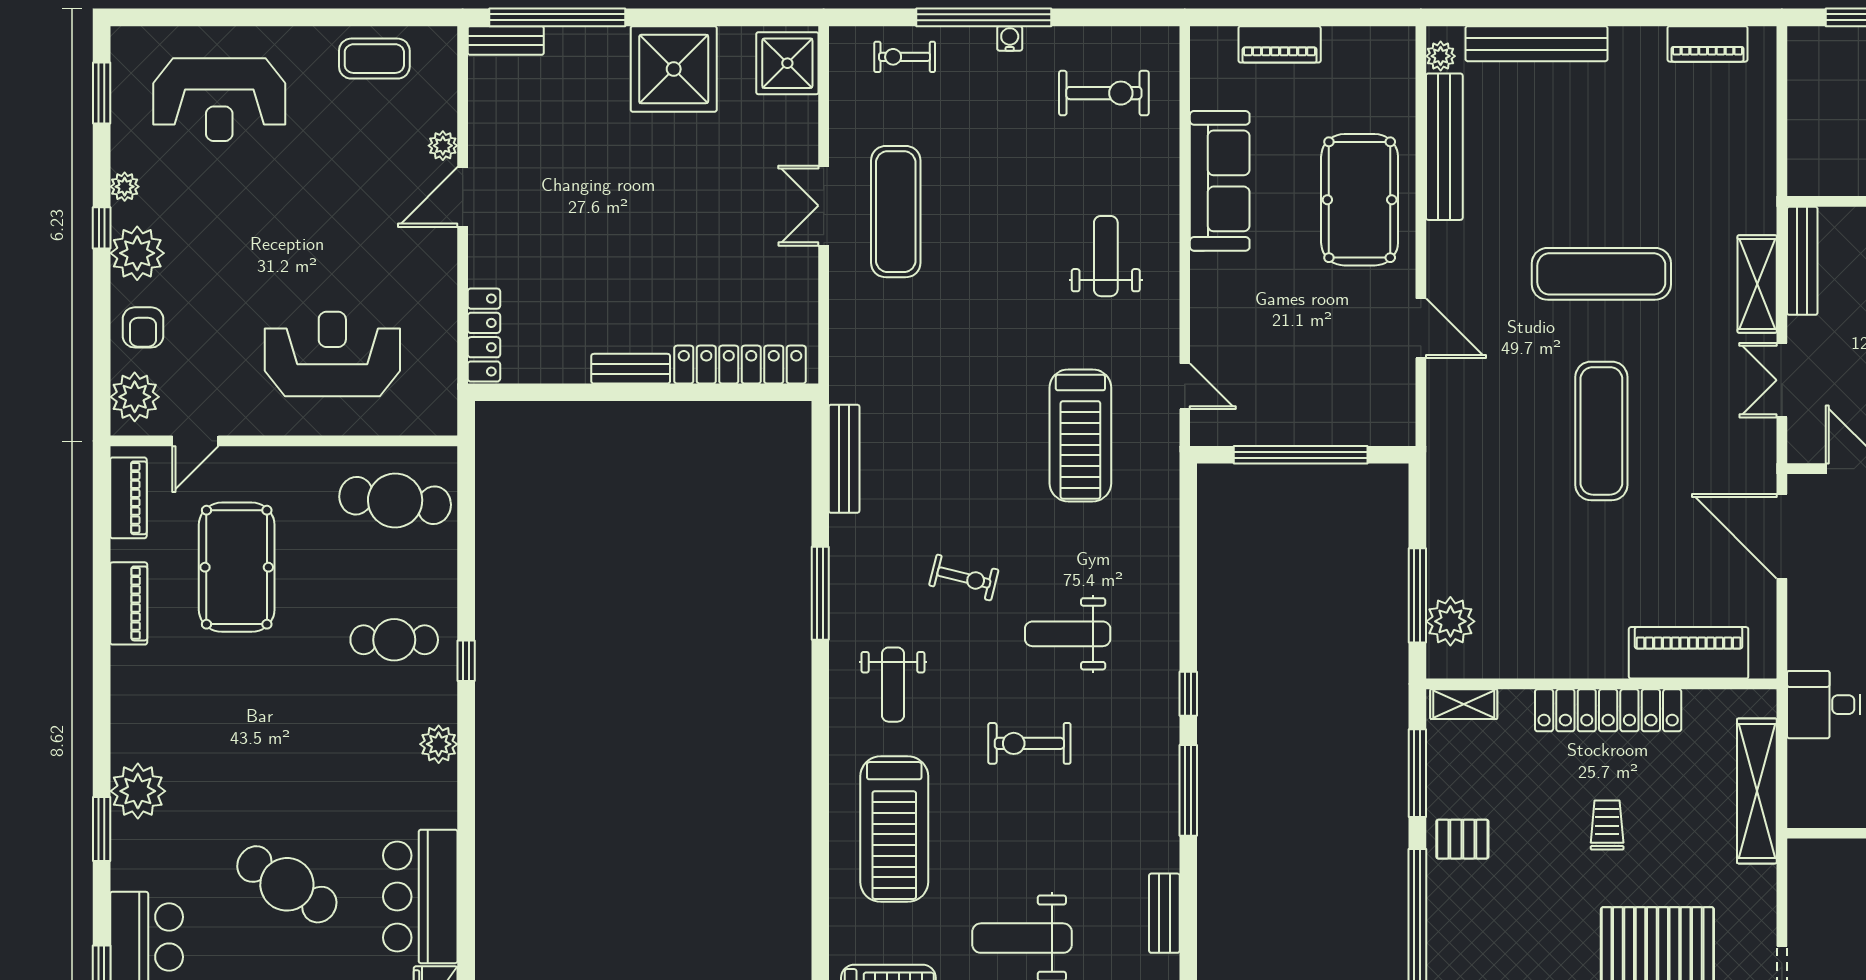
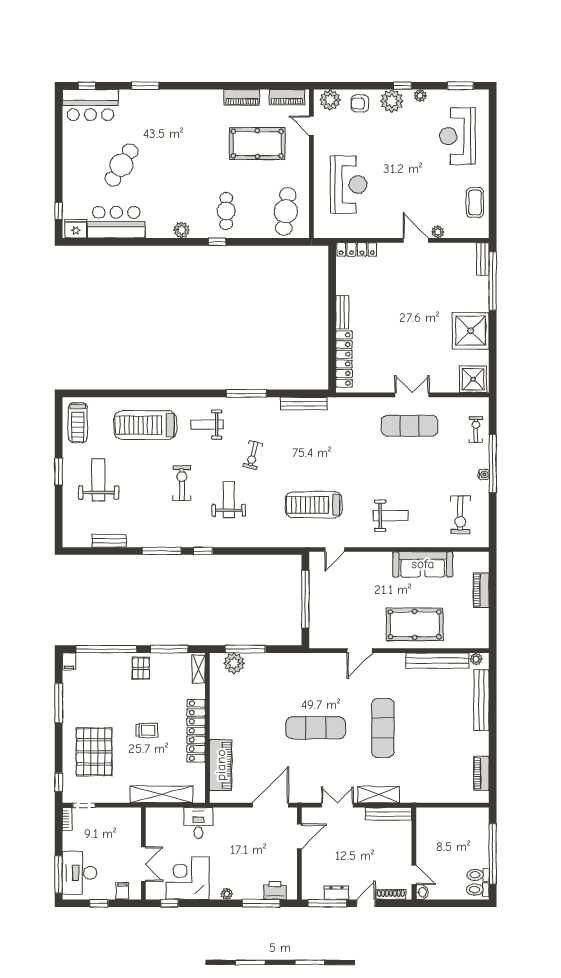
plant: (138, 791) -> (161, 101), removed

